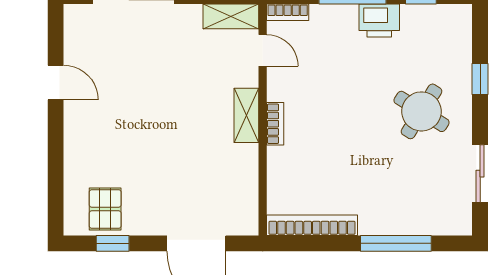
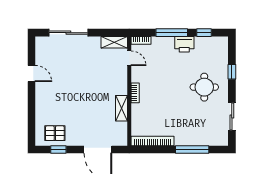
round table: (422, 111) -> (204, 87), turned -32
shelving: (246, 115) -> (122, 108), moved
pallet: (105, 209) -> (55, 133), turned 90

